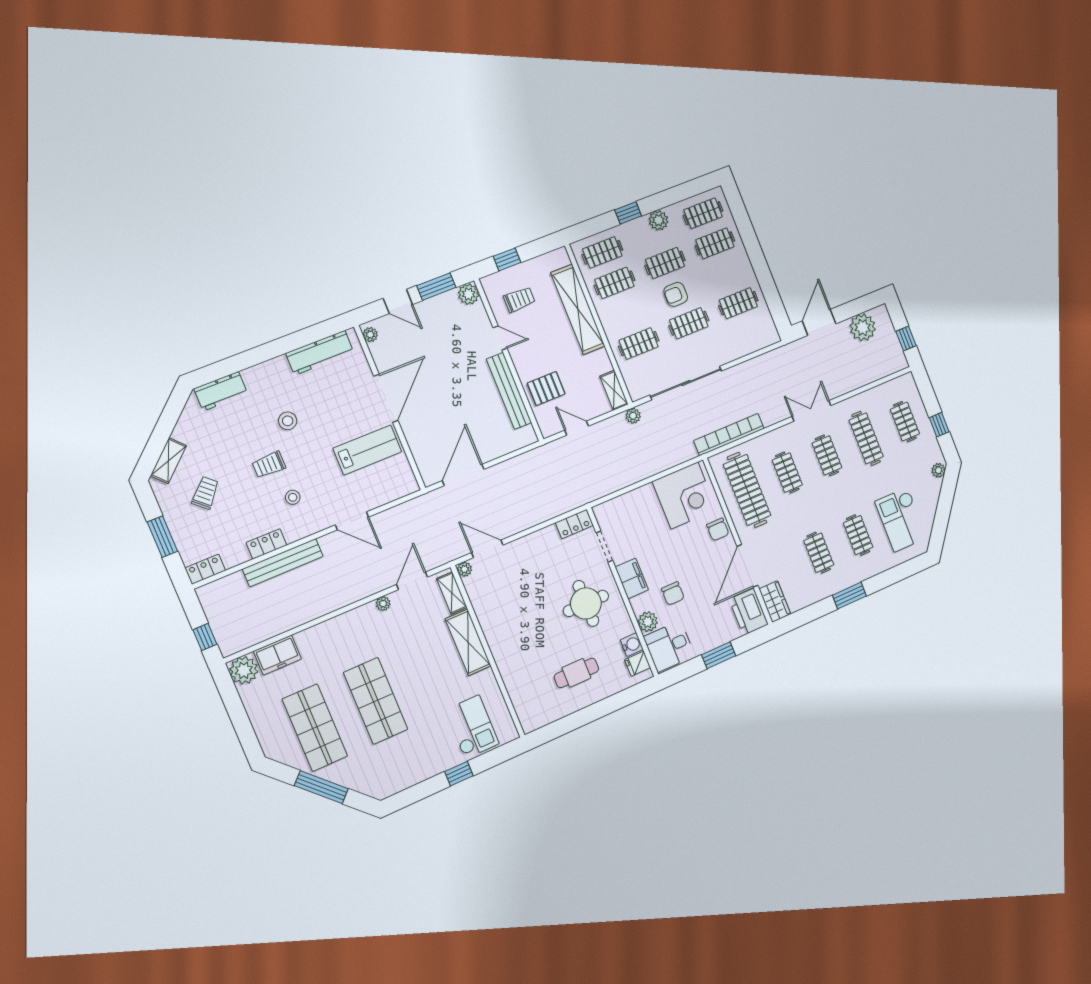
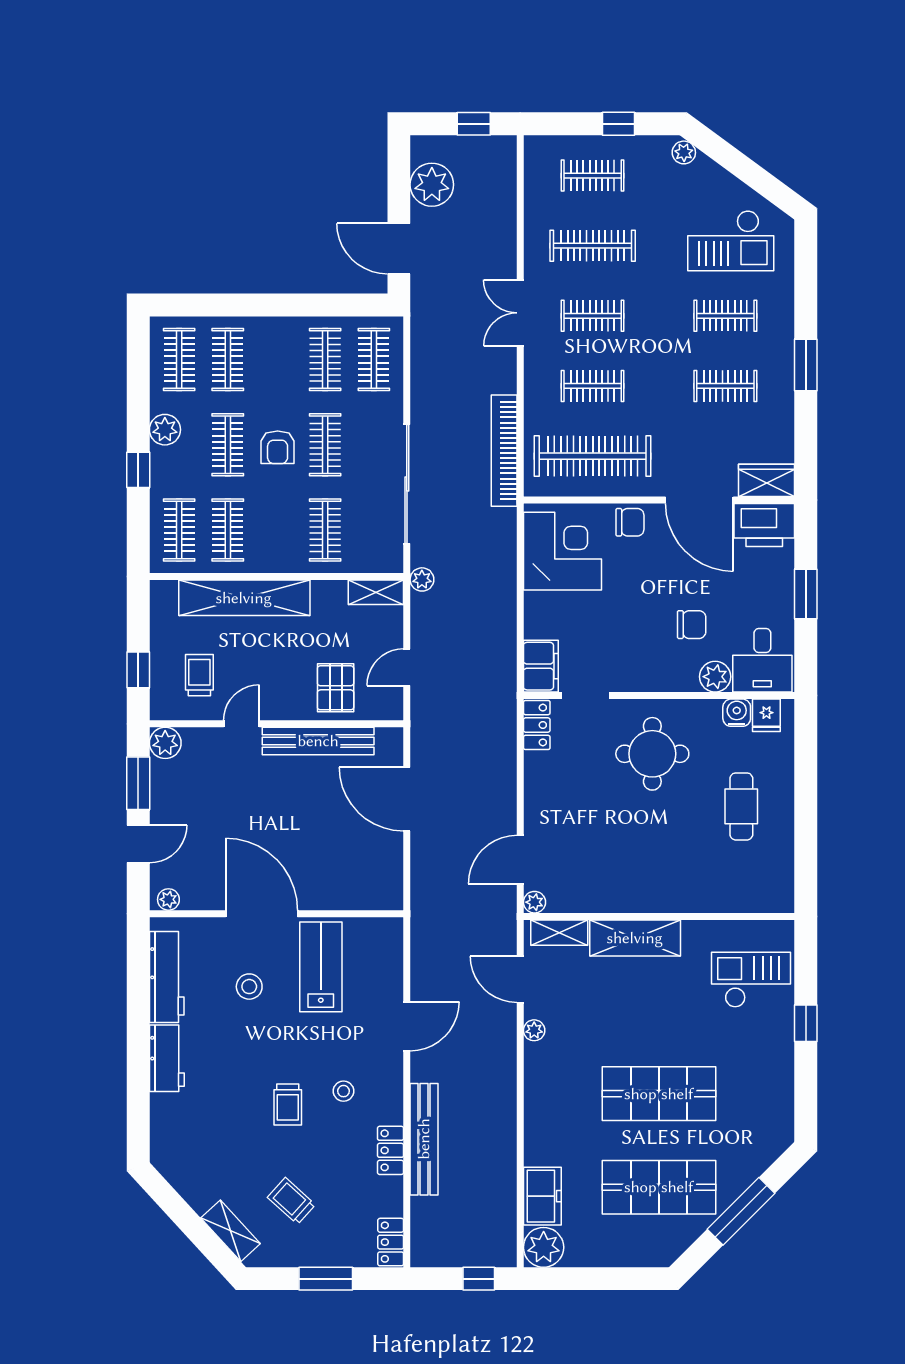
clothes rail: (750, 333) -> (374, 360), added
workbench: (221, 391) -> (167, 1058), moved
stool: (288, 421) -> (249, 987), moved
door: (463, 475) -> (407, 799), moved
filing cabinet: (632, 578) -> (541, 666), moved, turned 90

